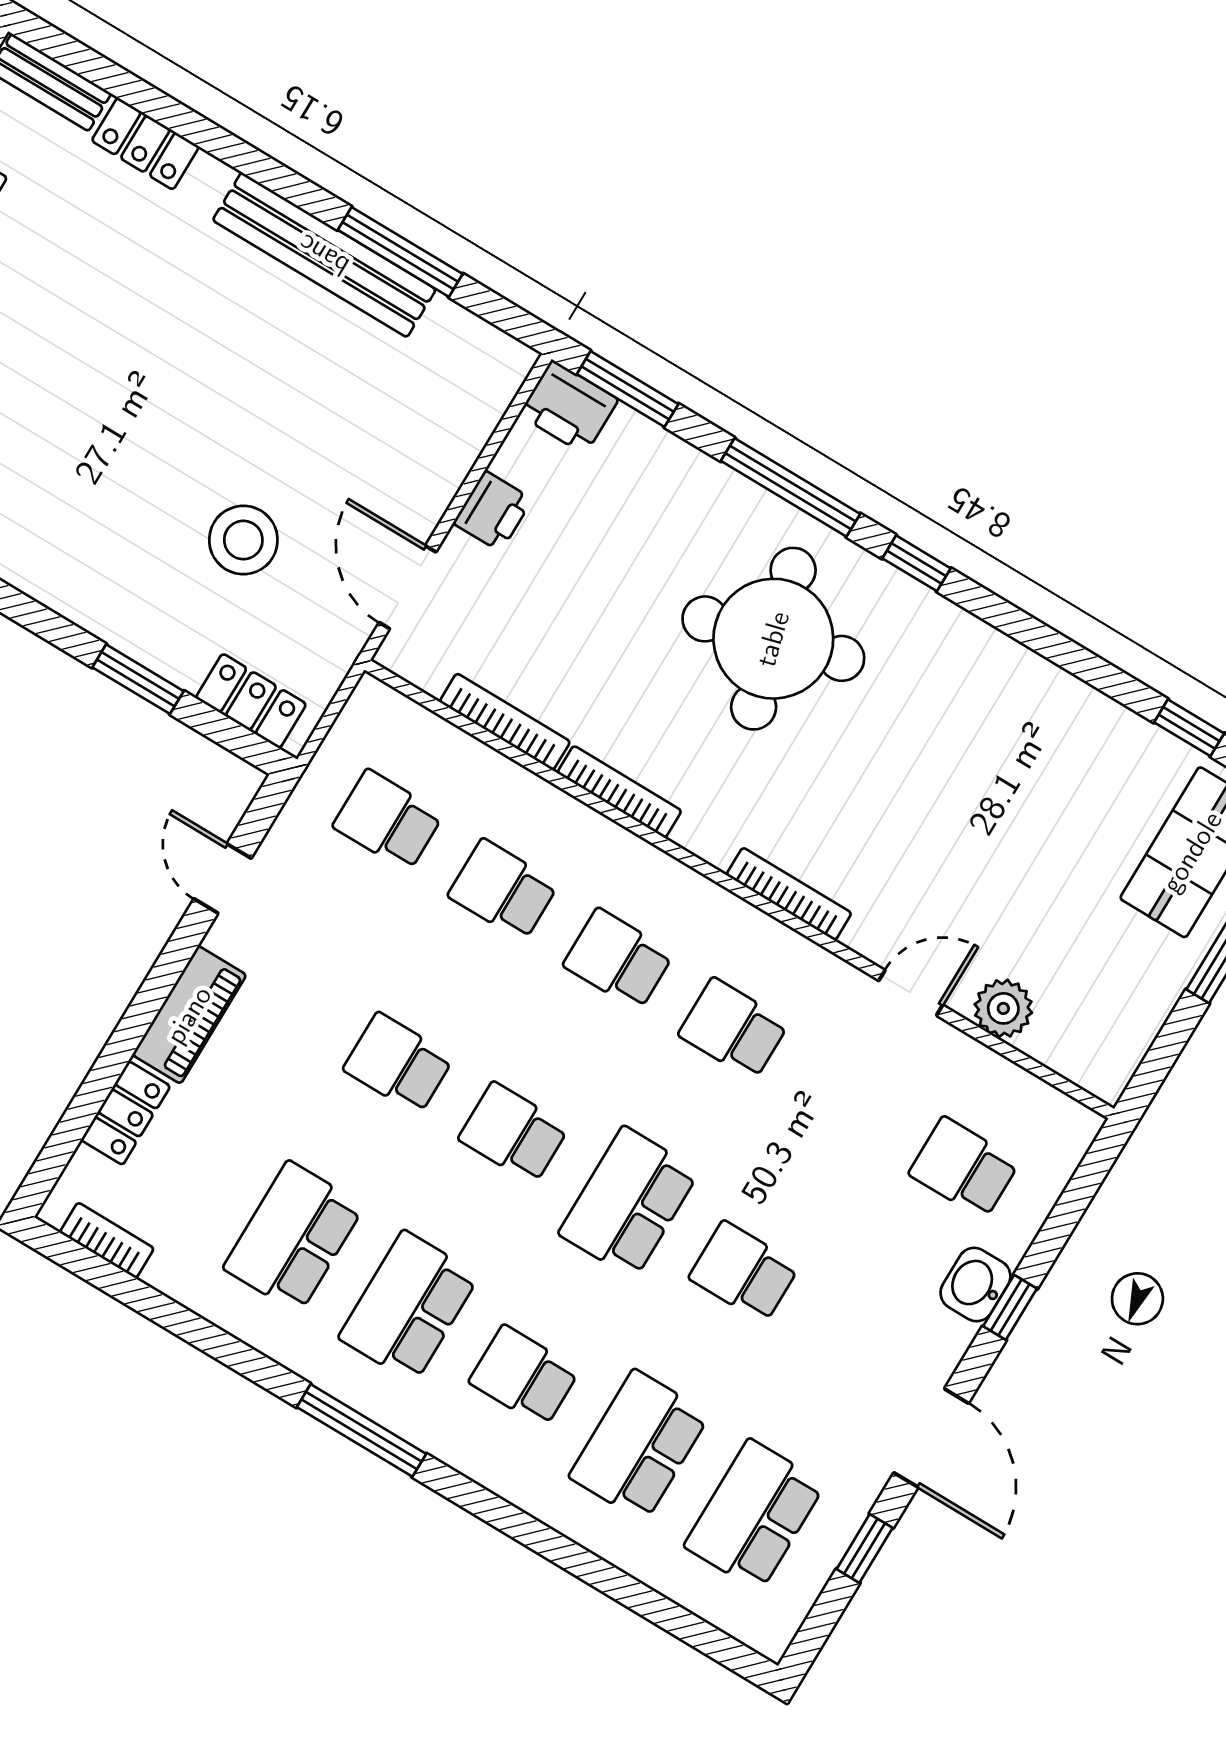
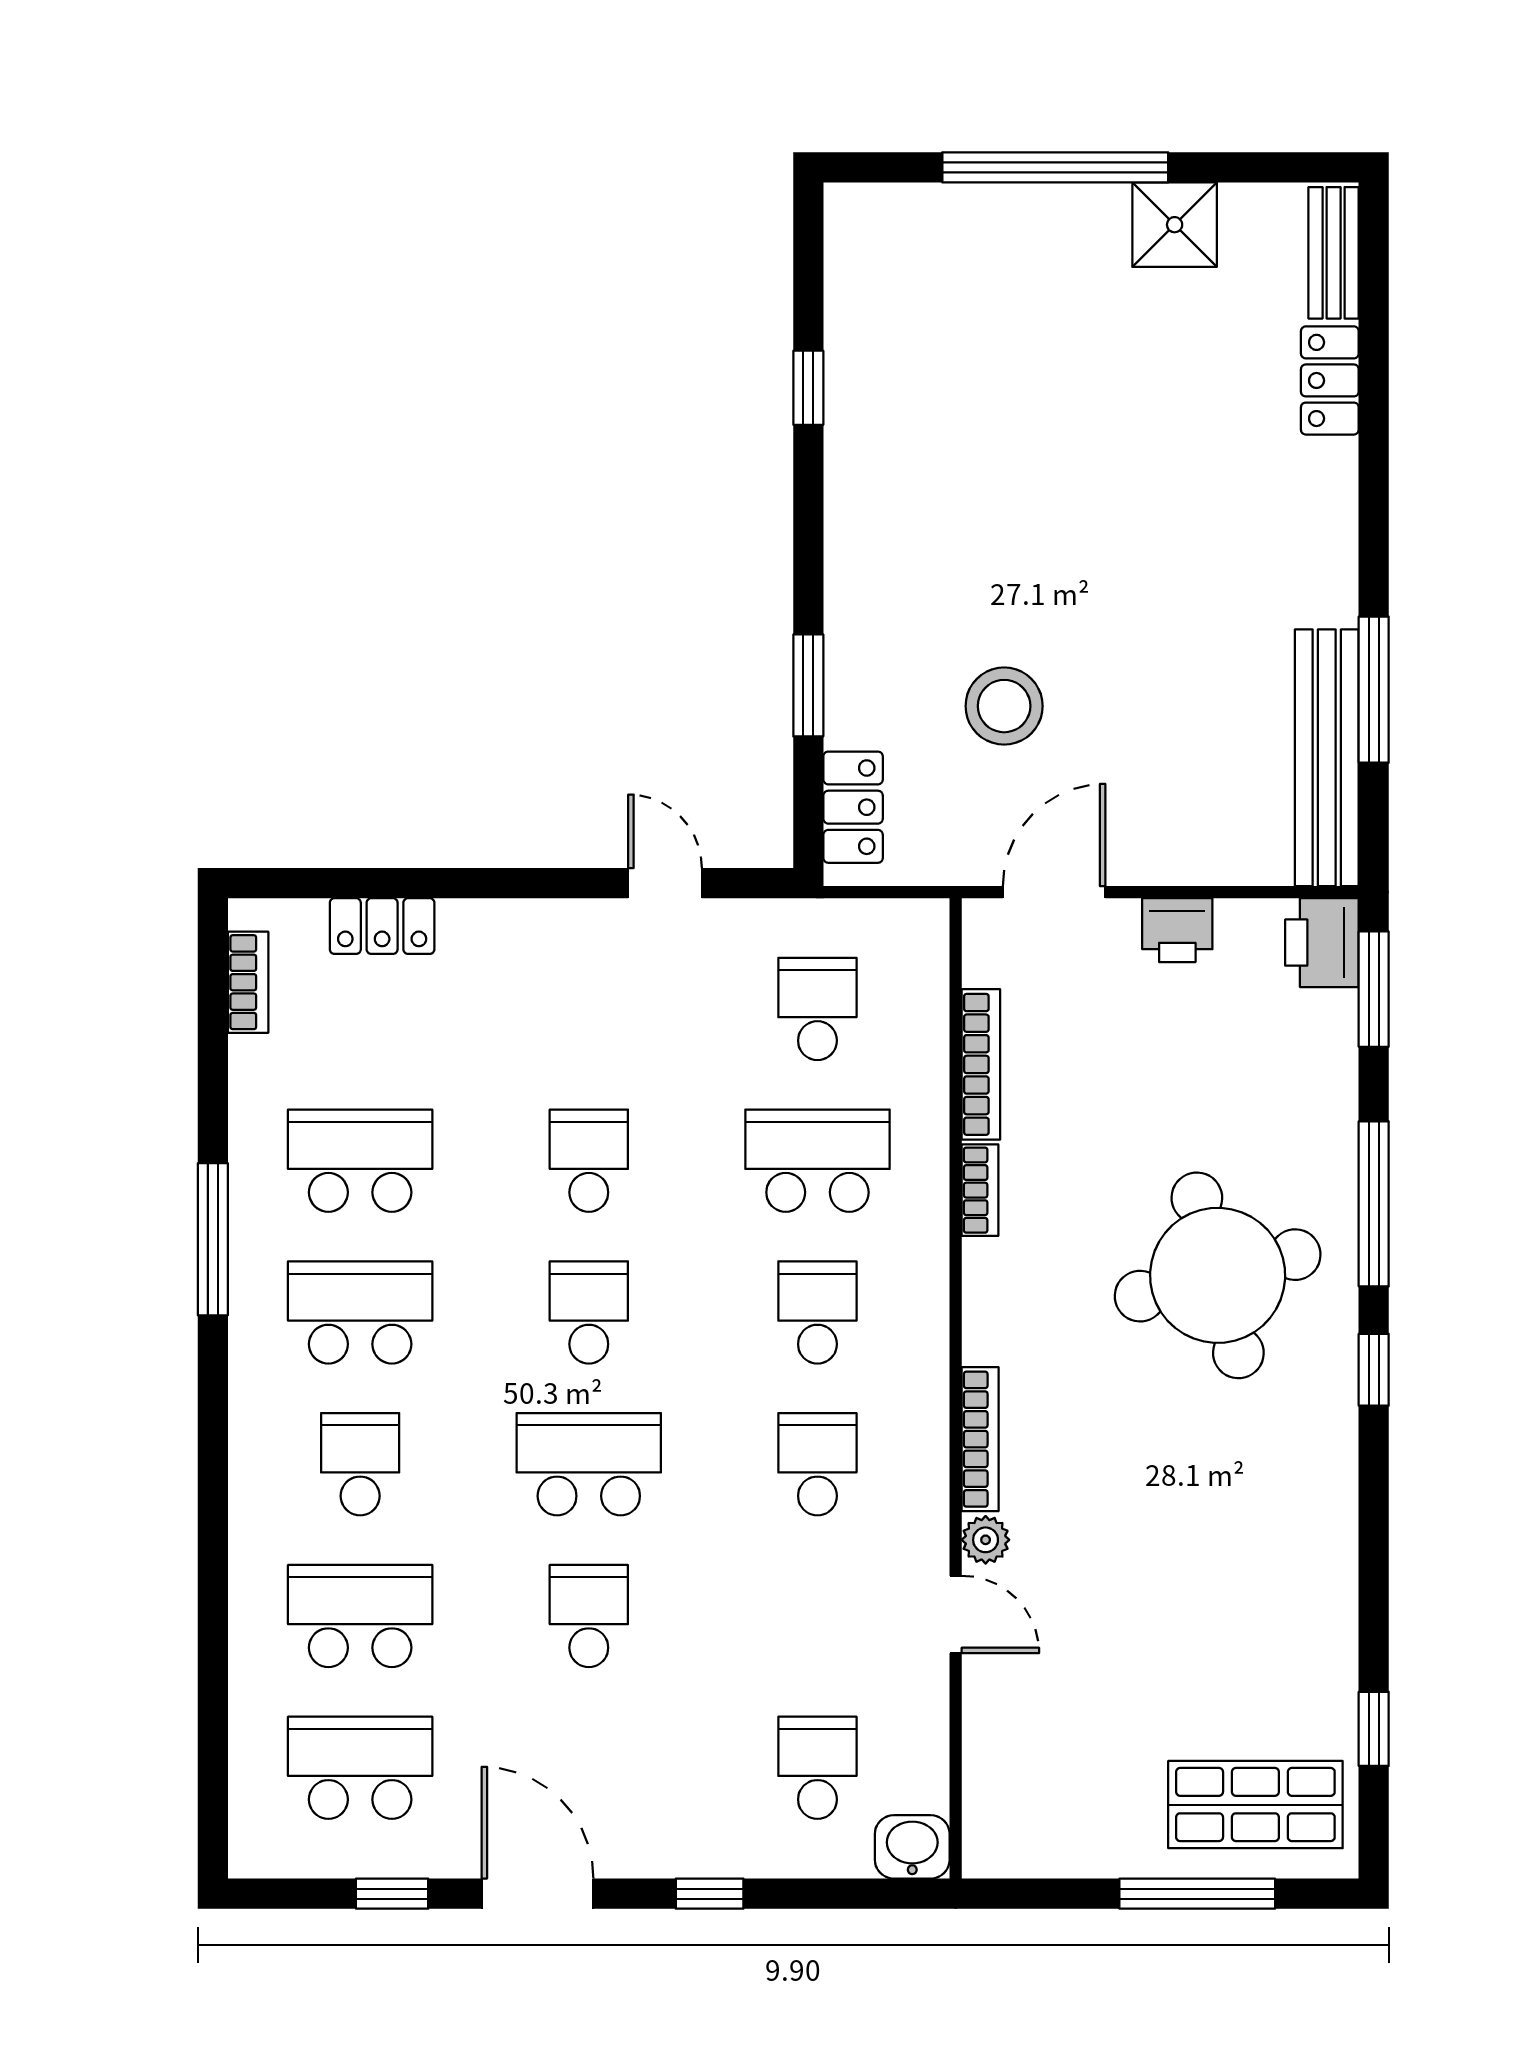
bench: (324, 255) -> (1327, 758), moved
bookcase: (619, 792) -> (980, 1190), width x0.64
door: (223, 879) -> (665, 883), hinge flipped
school desk: (503, 890) -> (817, 1161), width x1.85
plant: (1003, 1008) -> (986, 1540), moved, width x0.73, depth x0.73
piano: (189, 1015) -> (514, 930), removed
washbasin: (975, 1285) -> (912, 1847), moved
window: (361, 1430) -> (213, 1239), moved
door: (931, 1438) -> (538, 1894), swing flipped

